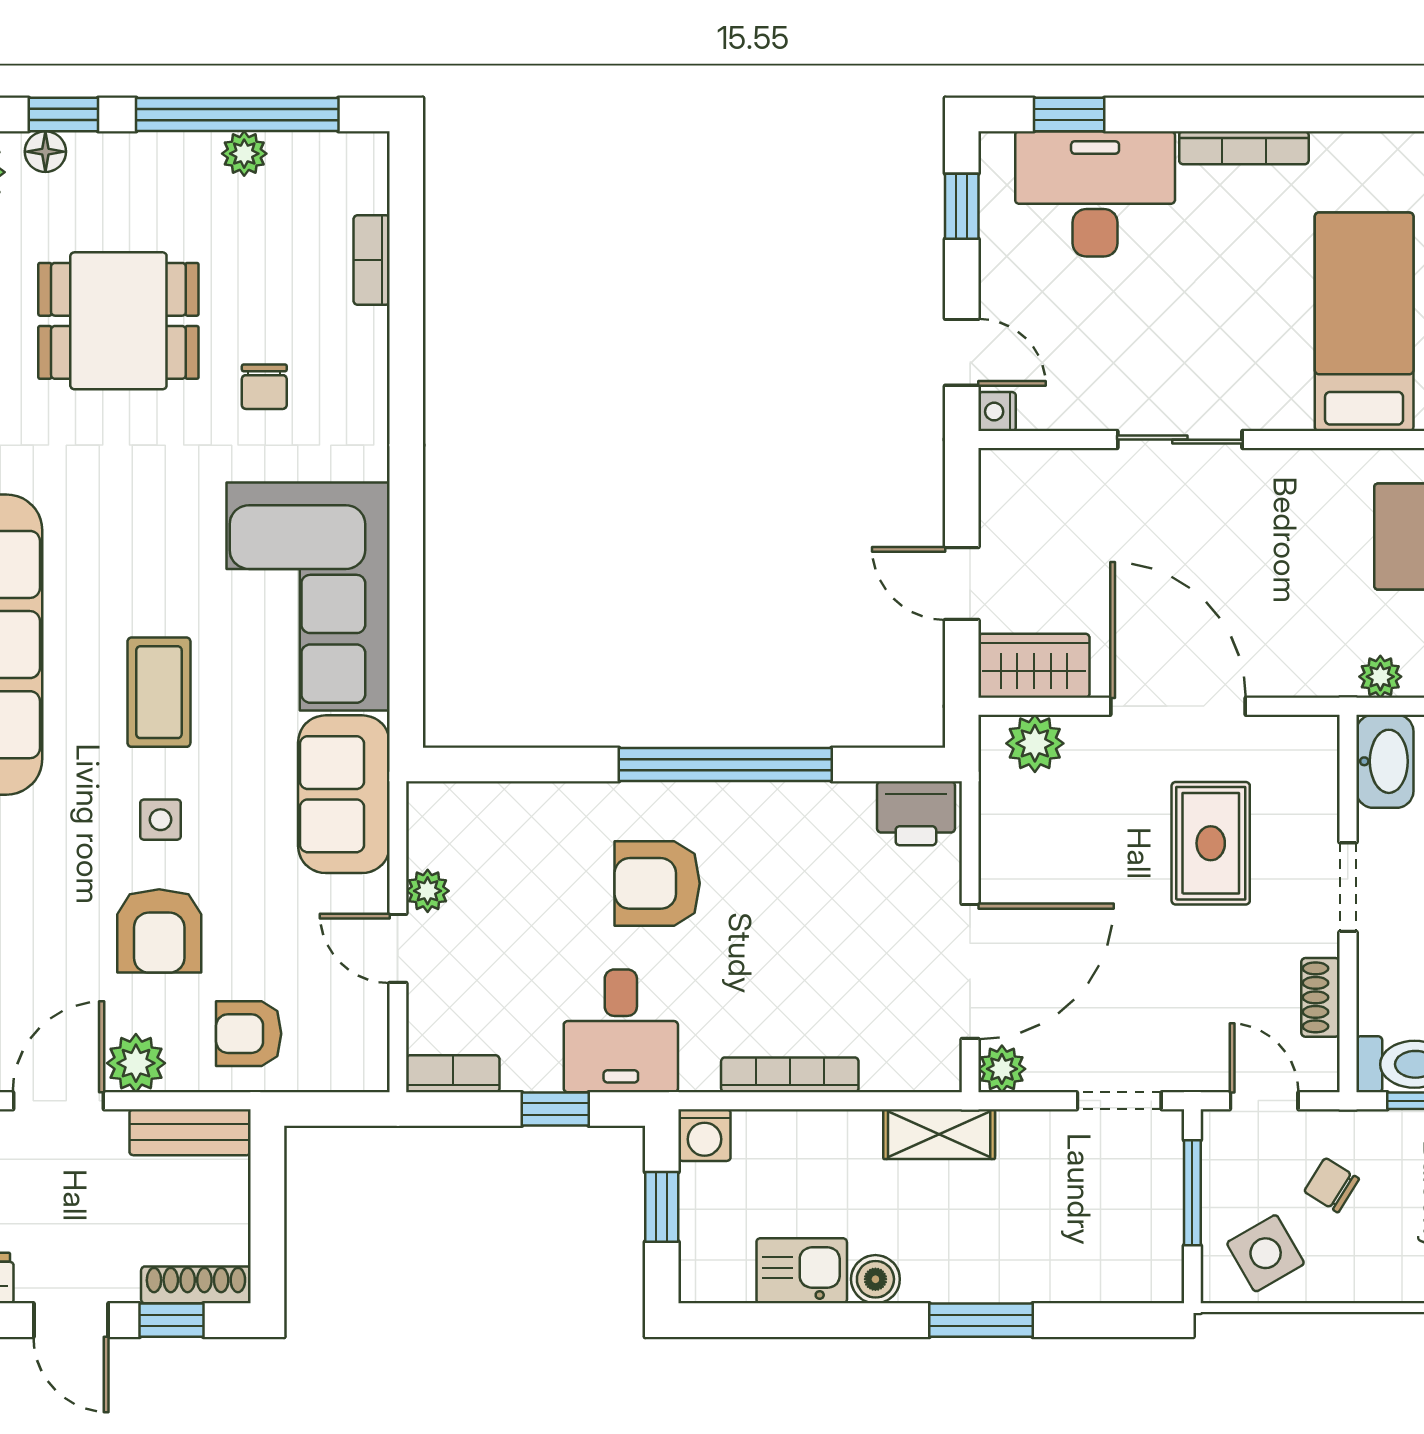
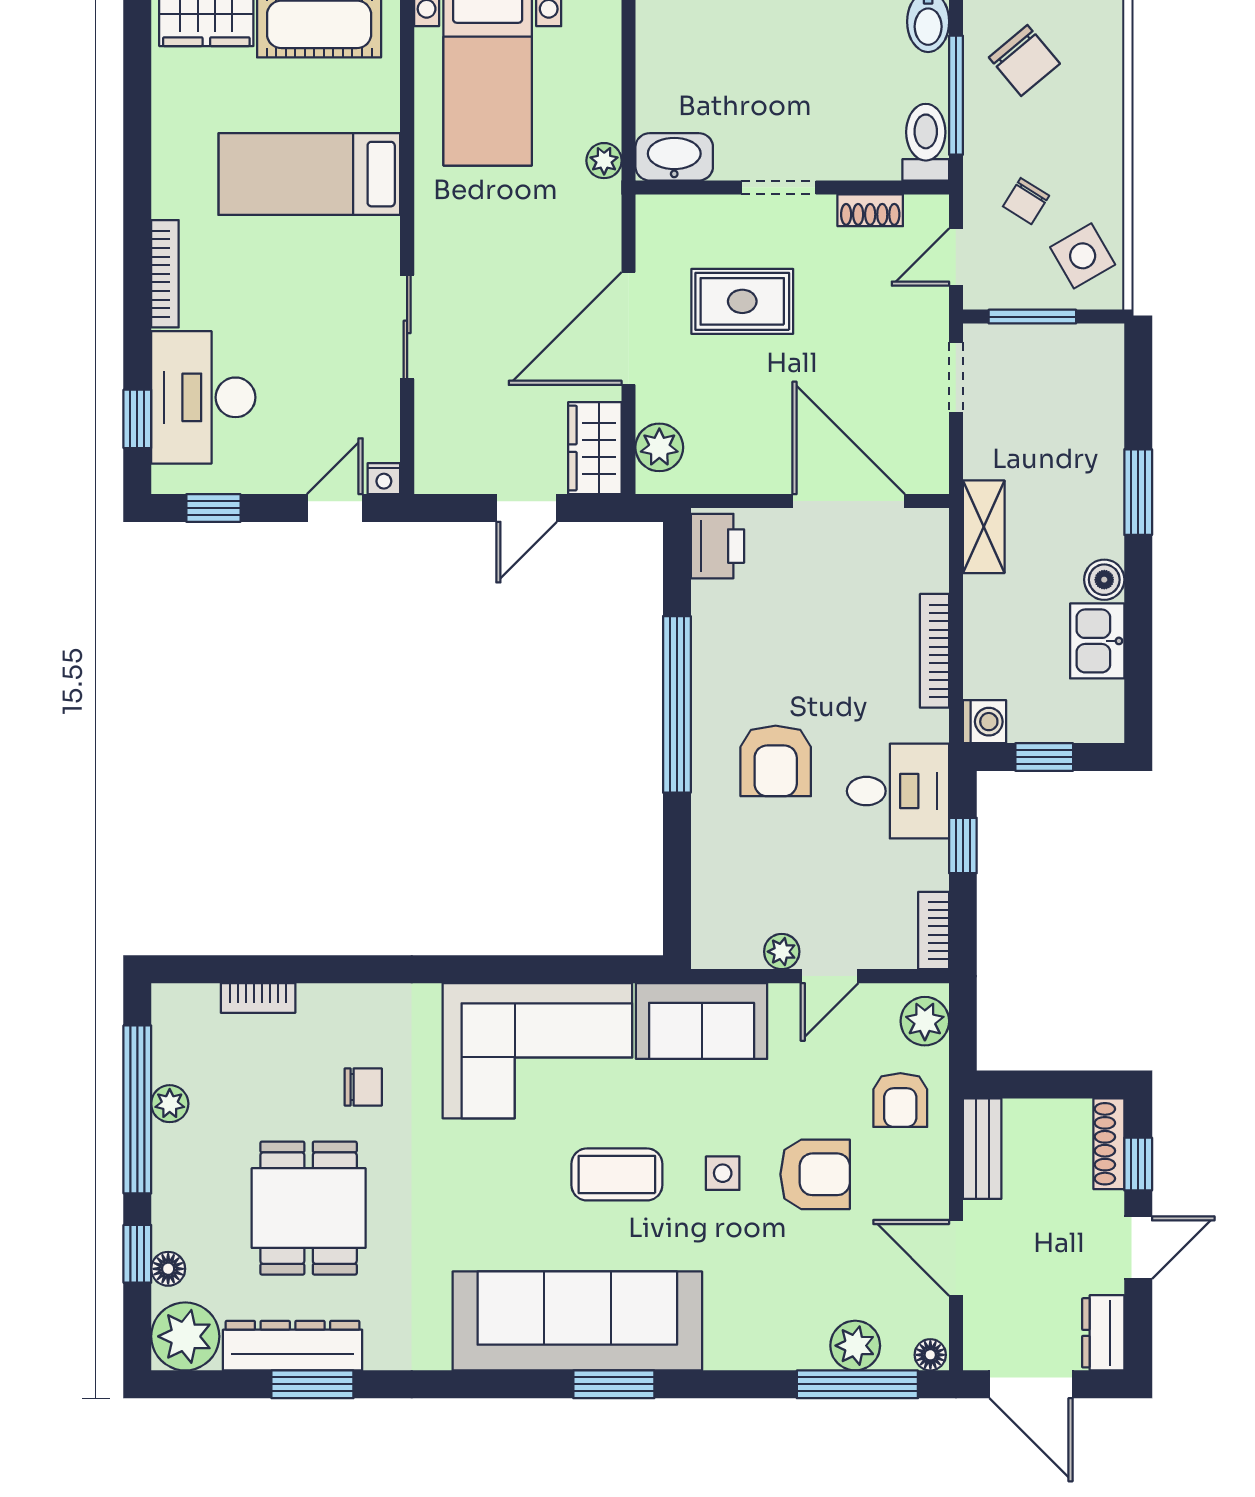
plant: (136, 1063) -> (925, 1021), moved
plant: (1002, 1069) -> (930, 475), removed

